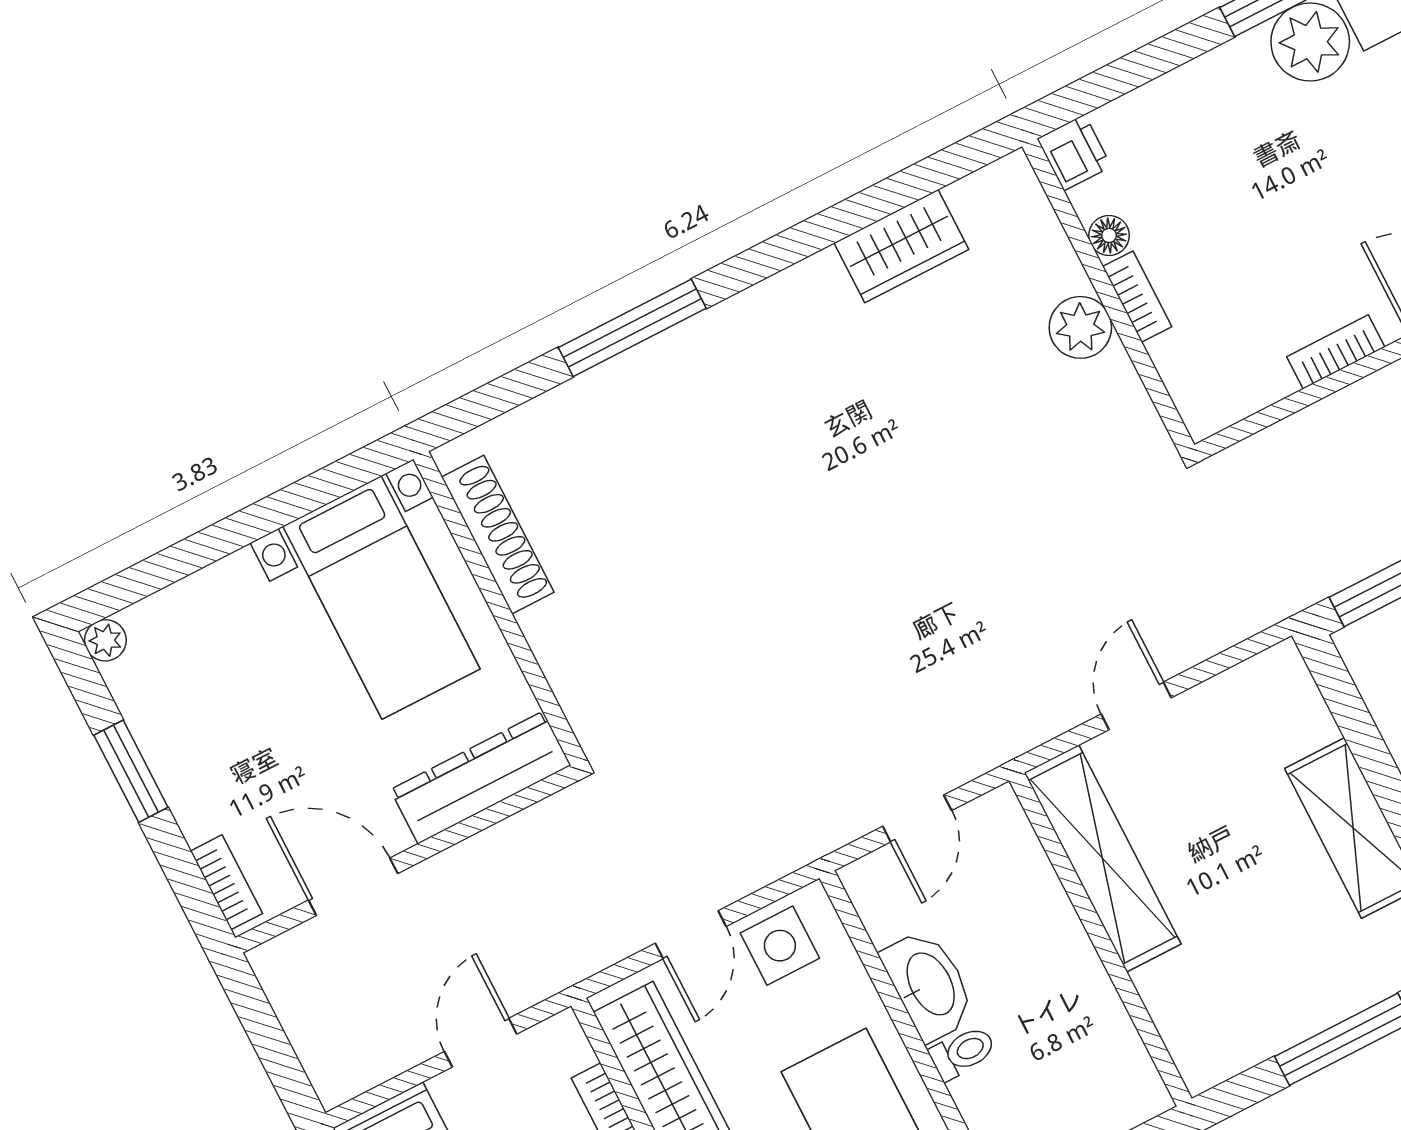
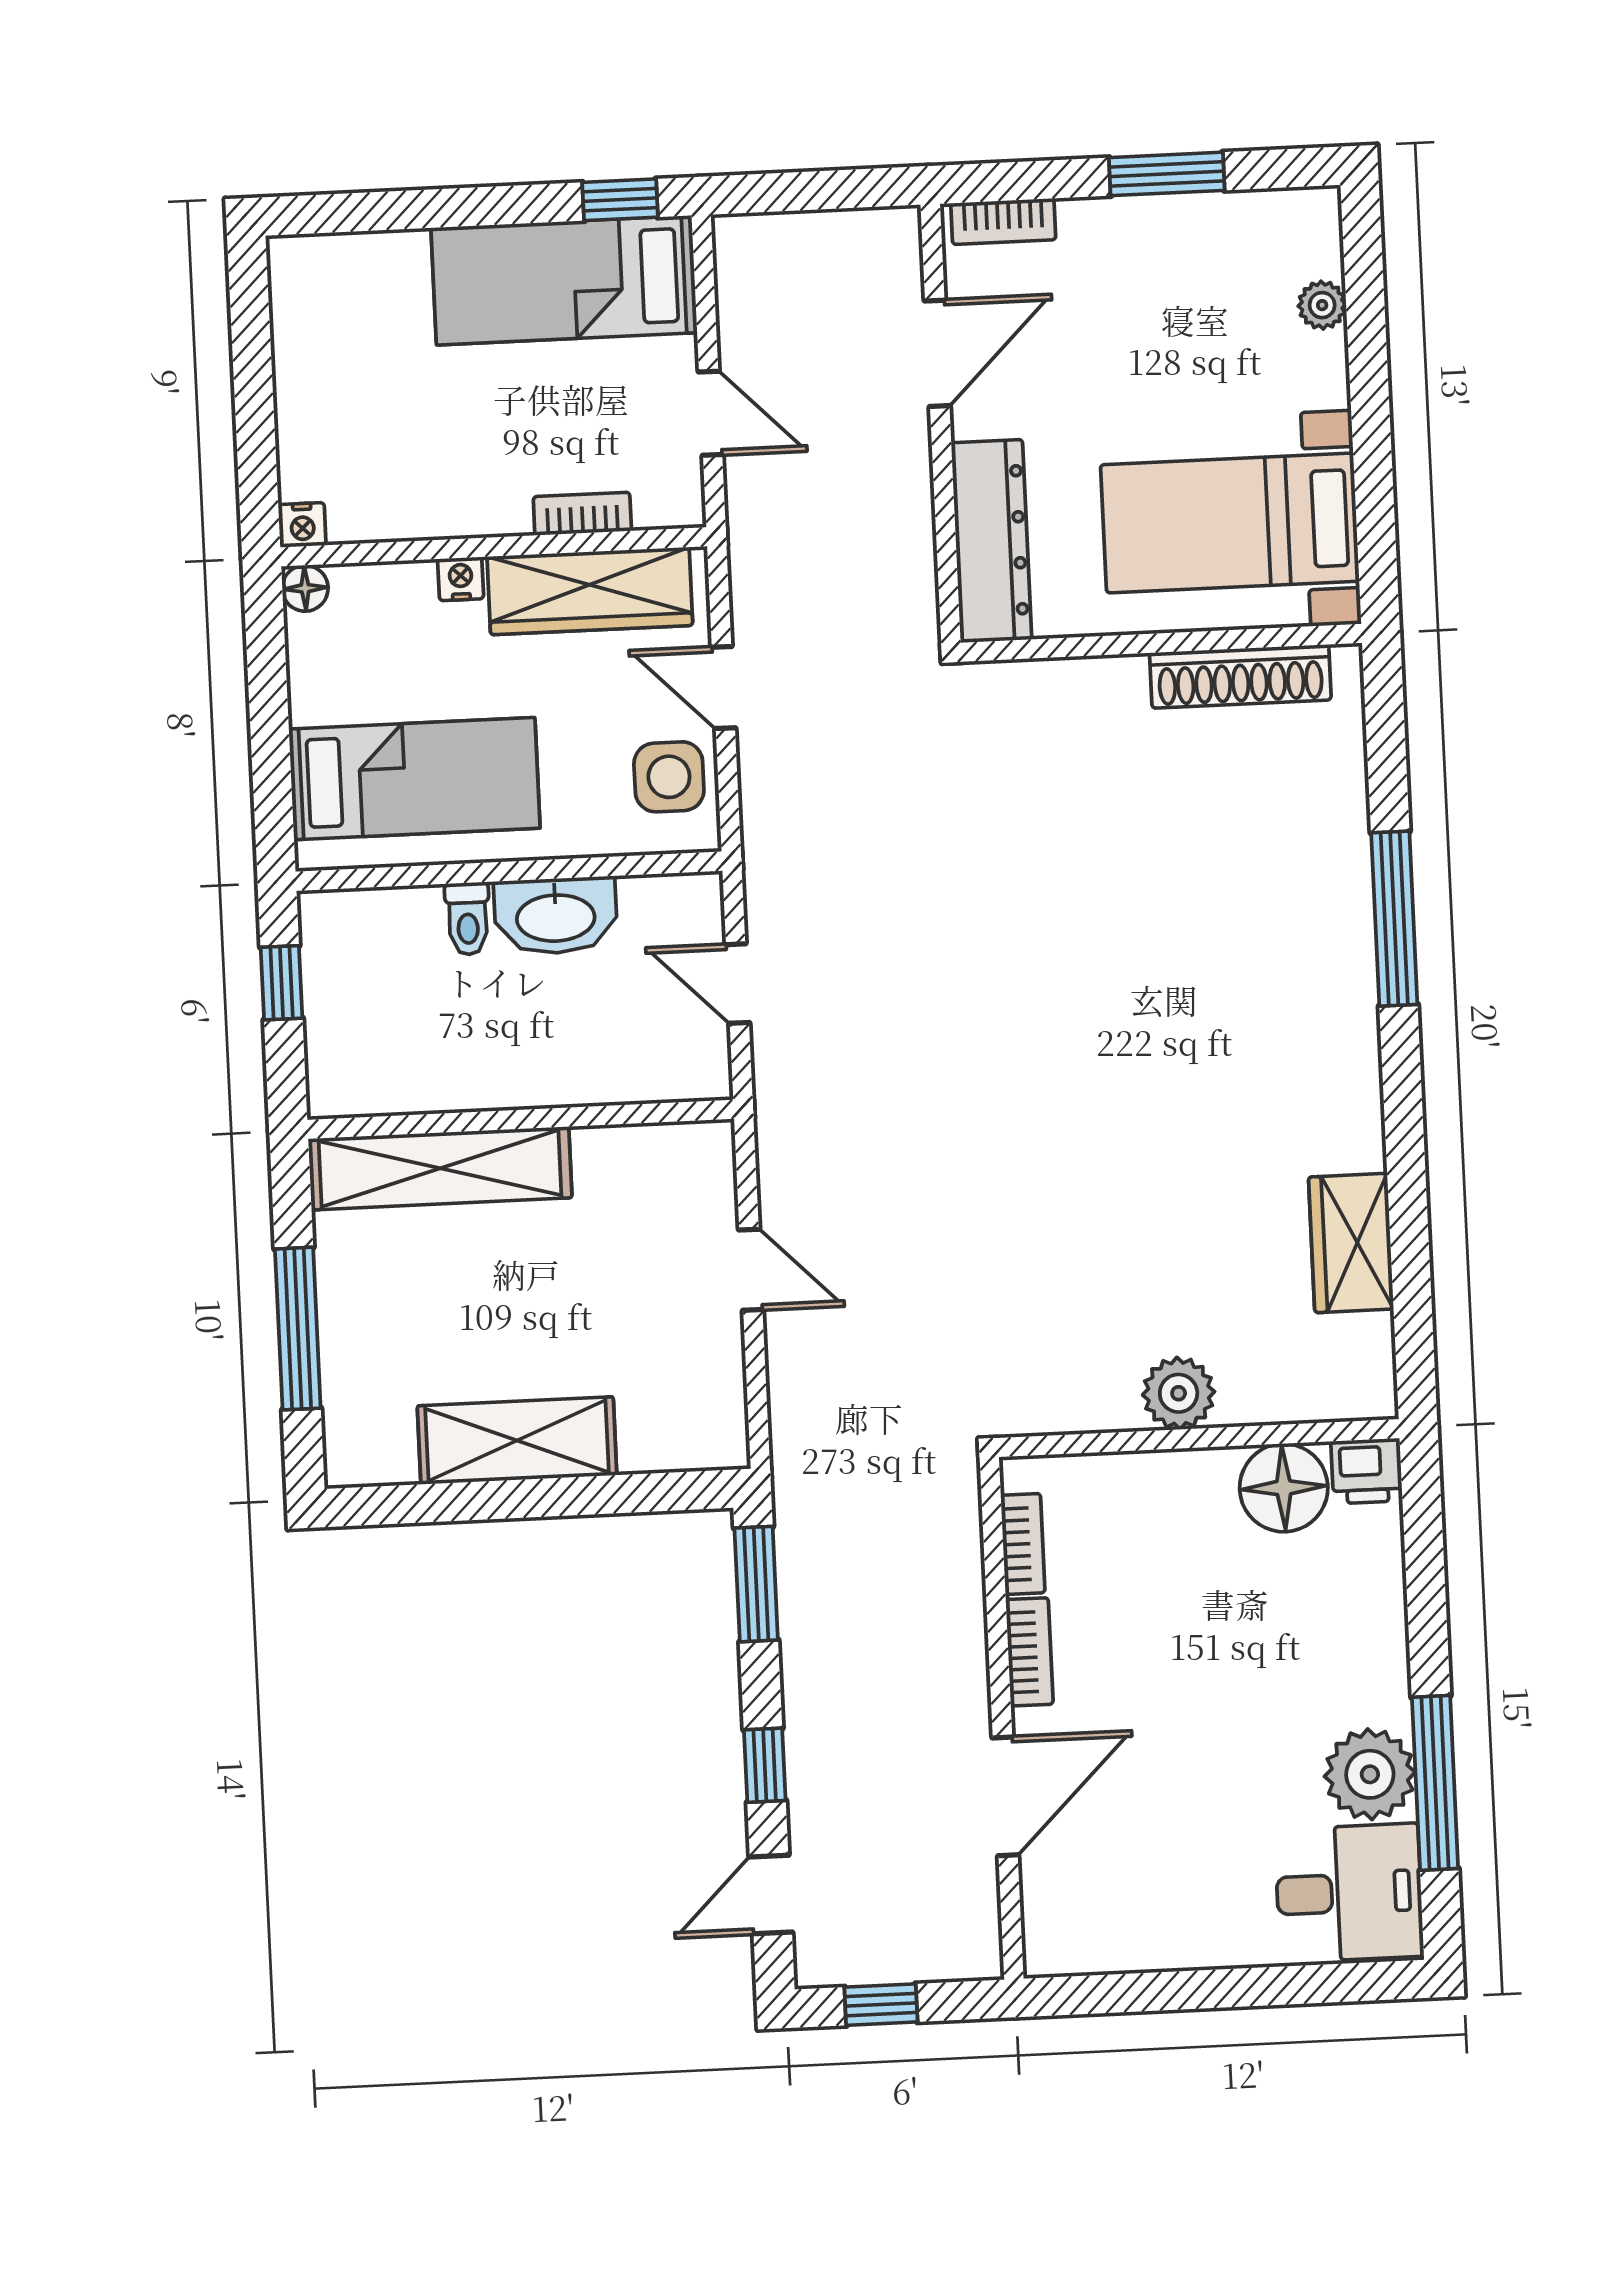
floor lamp: (1109, 235) -> (1284, 1488), width x1.89, depth x1.89
bookcase: (1137, 297) -> (1023, 1544), moved, turned -90
plant: (105, 640) -> (1322, 305), moved
shelving: (1103, 858) -> (440, 1168), moved

